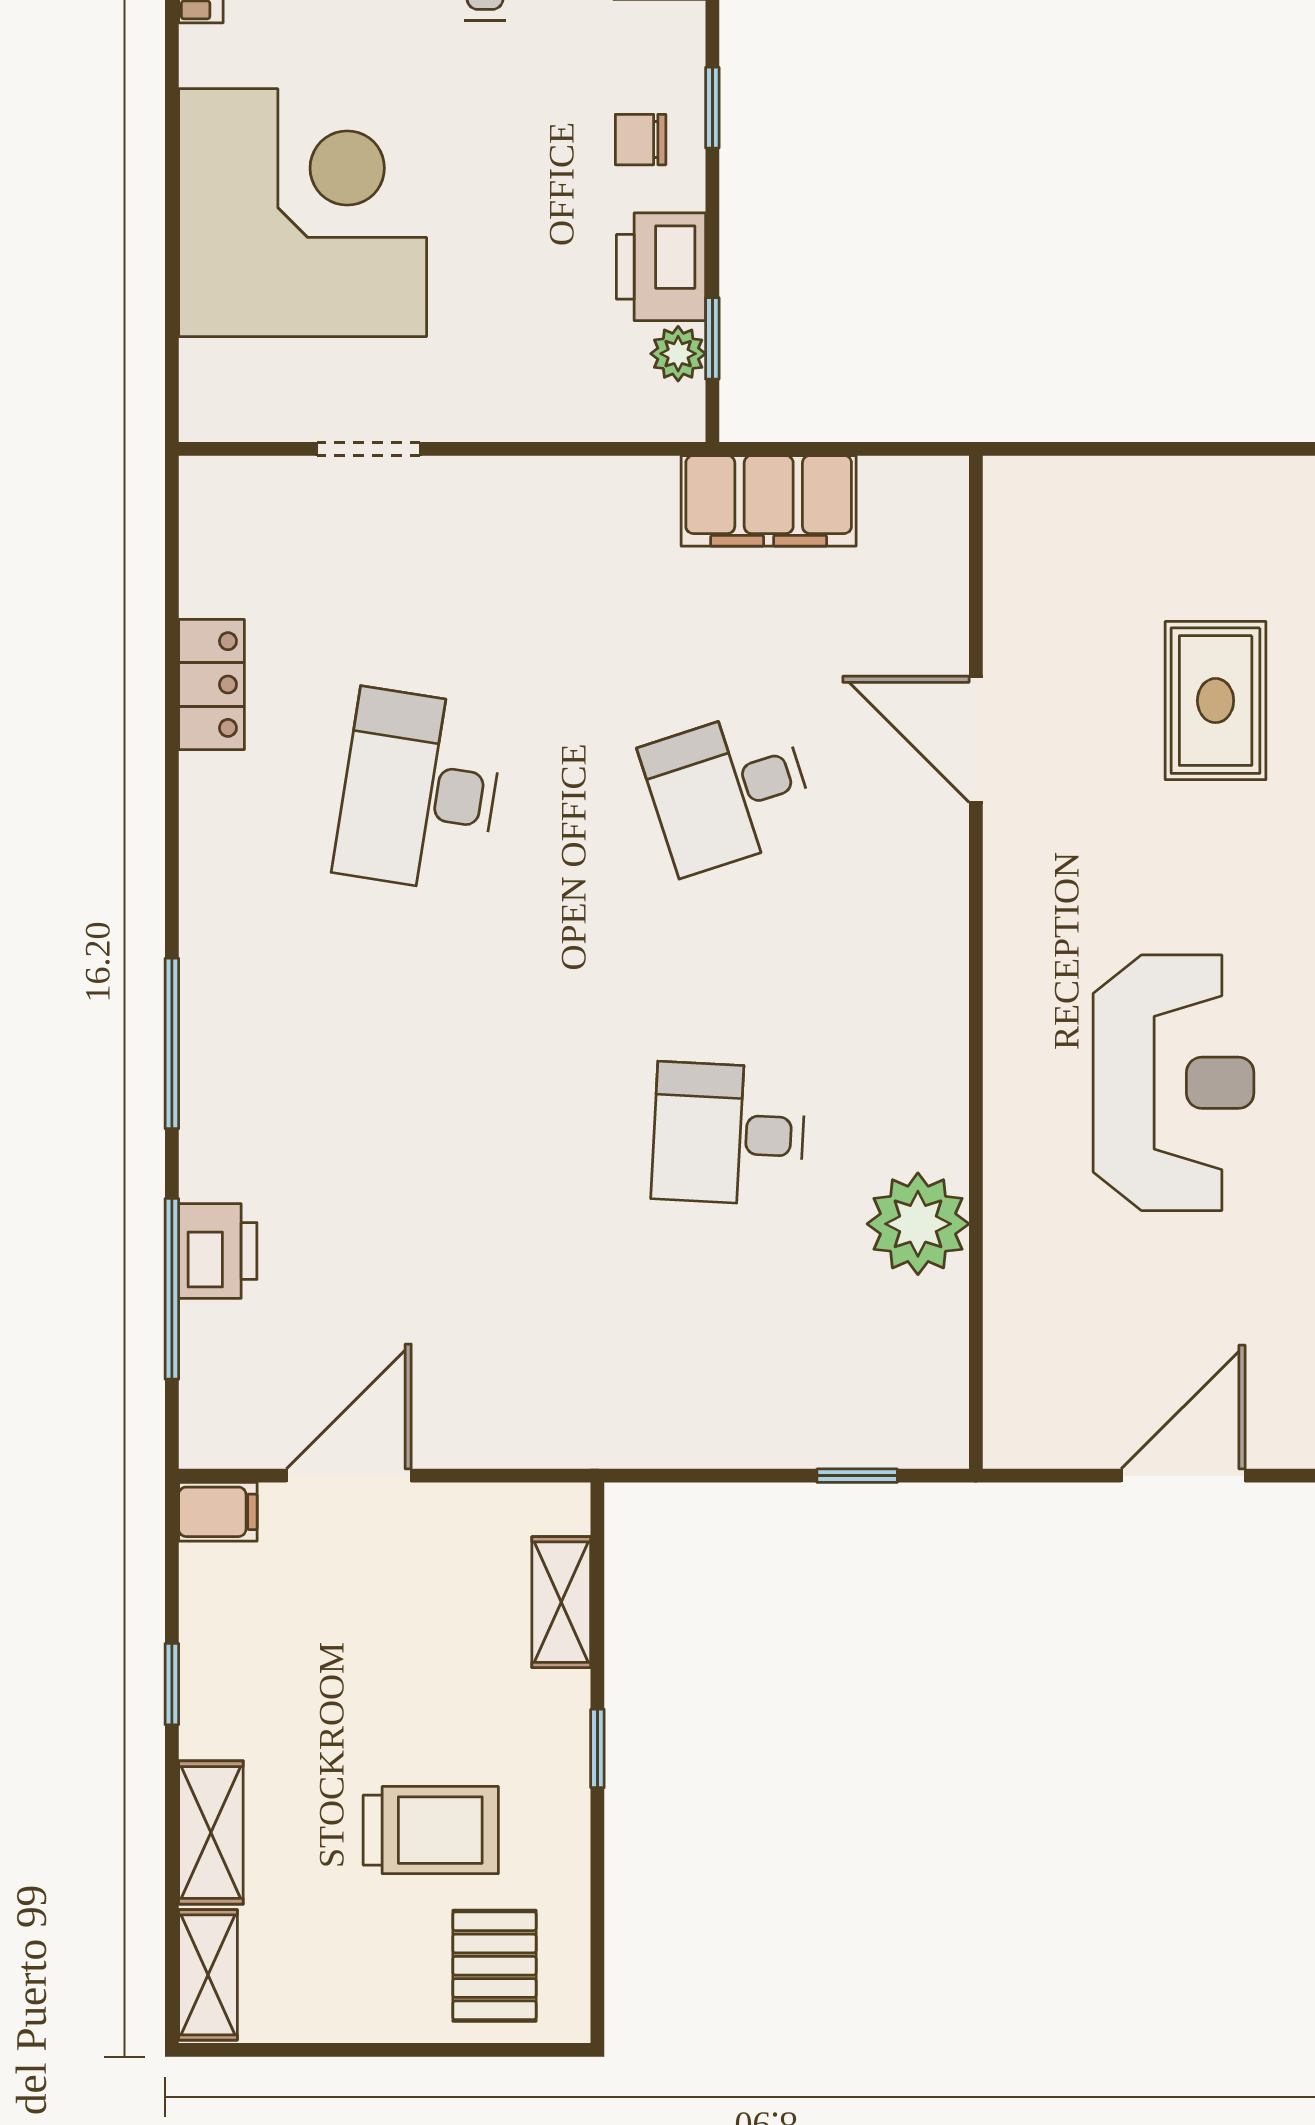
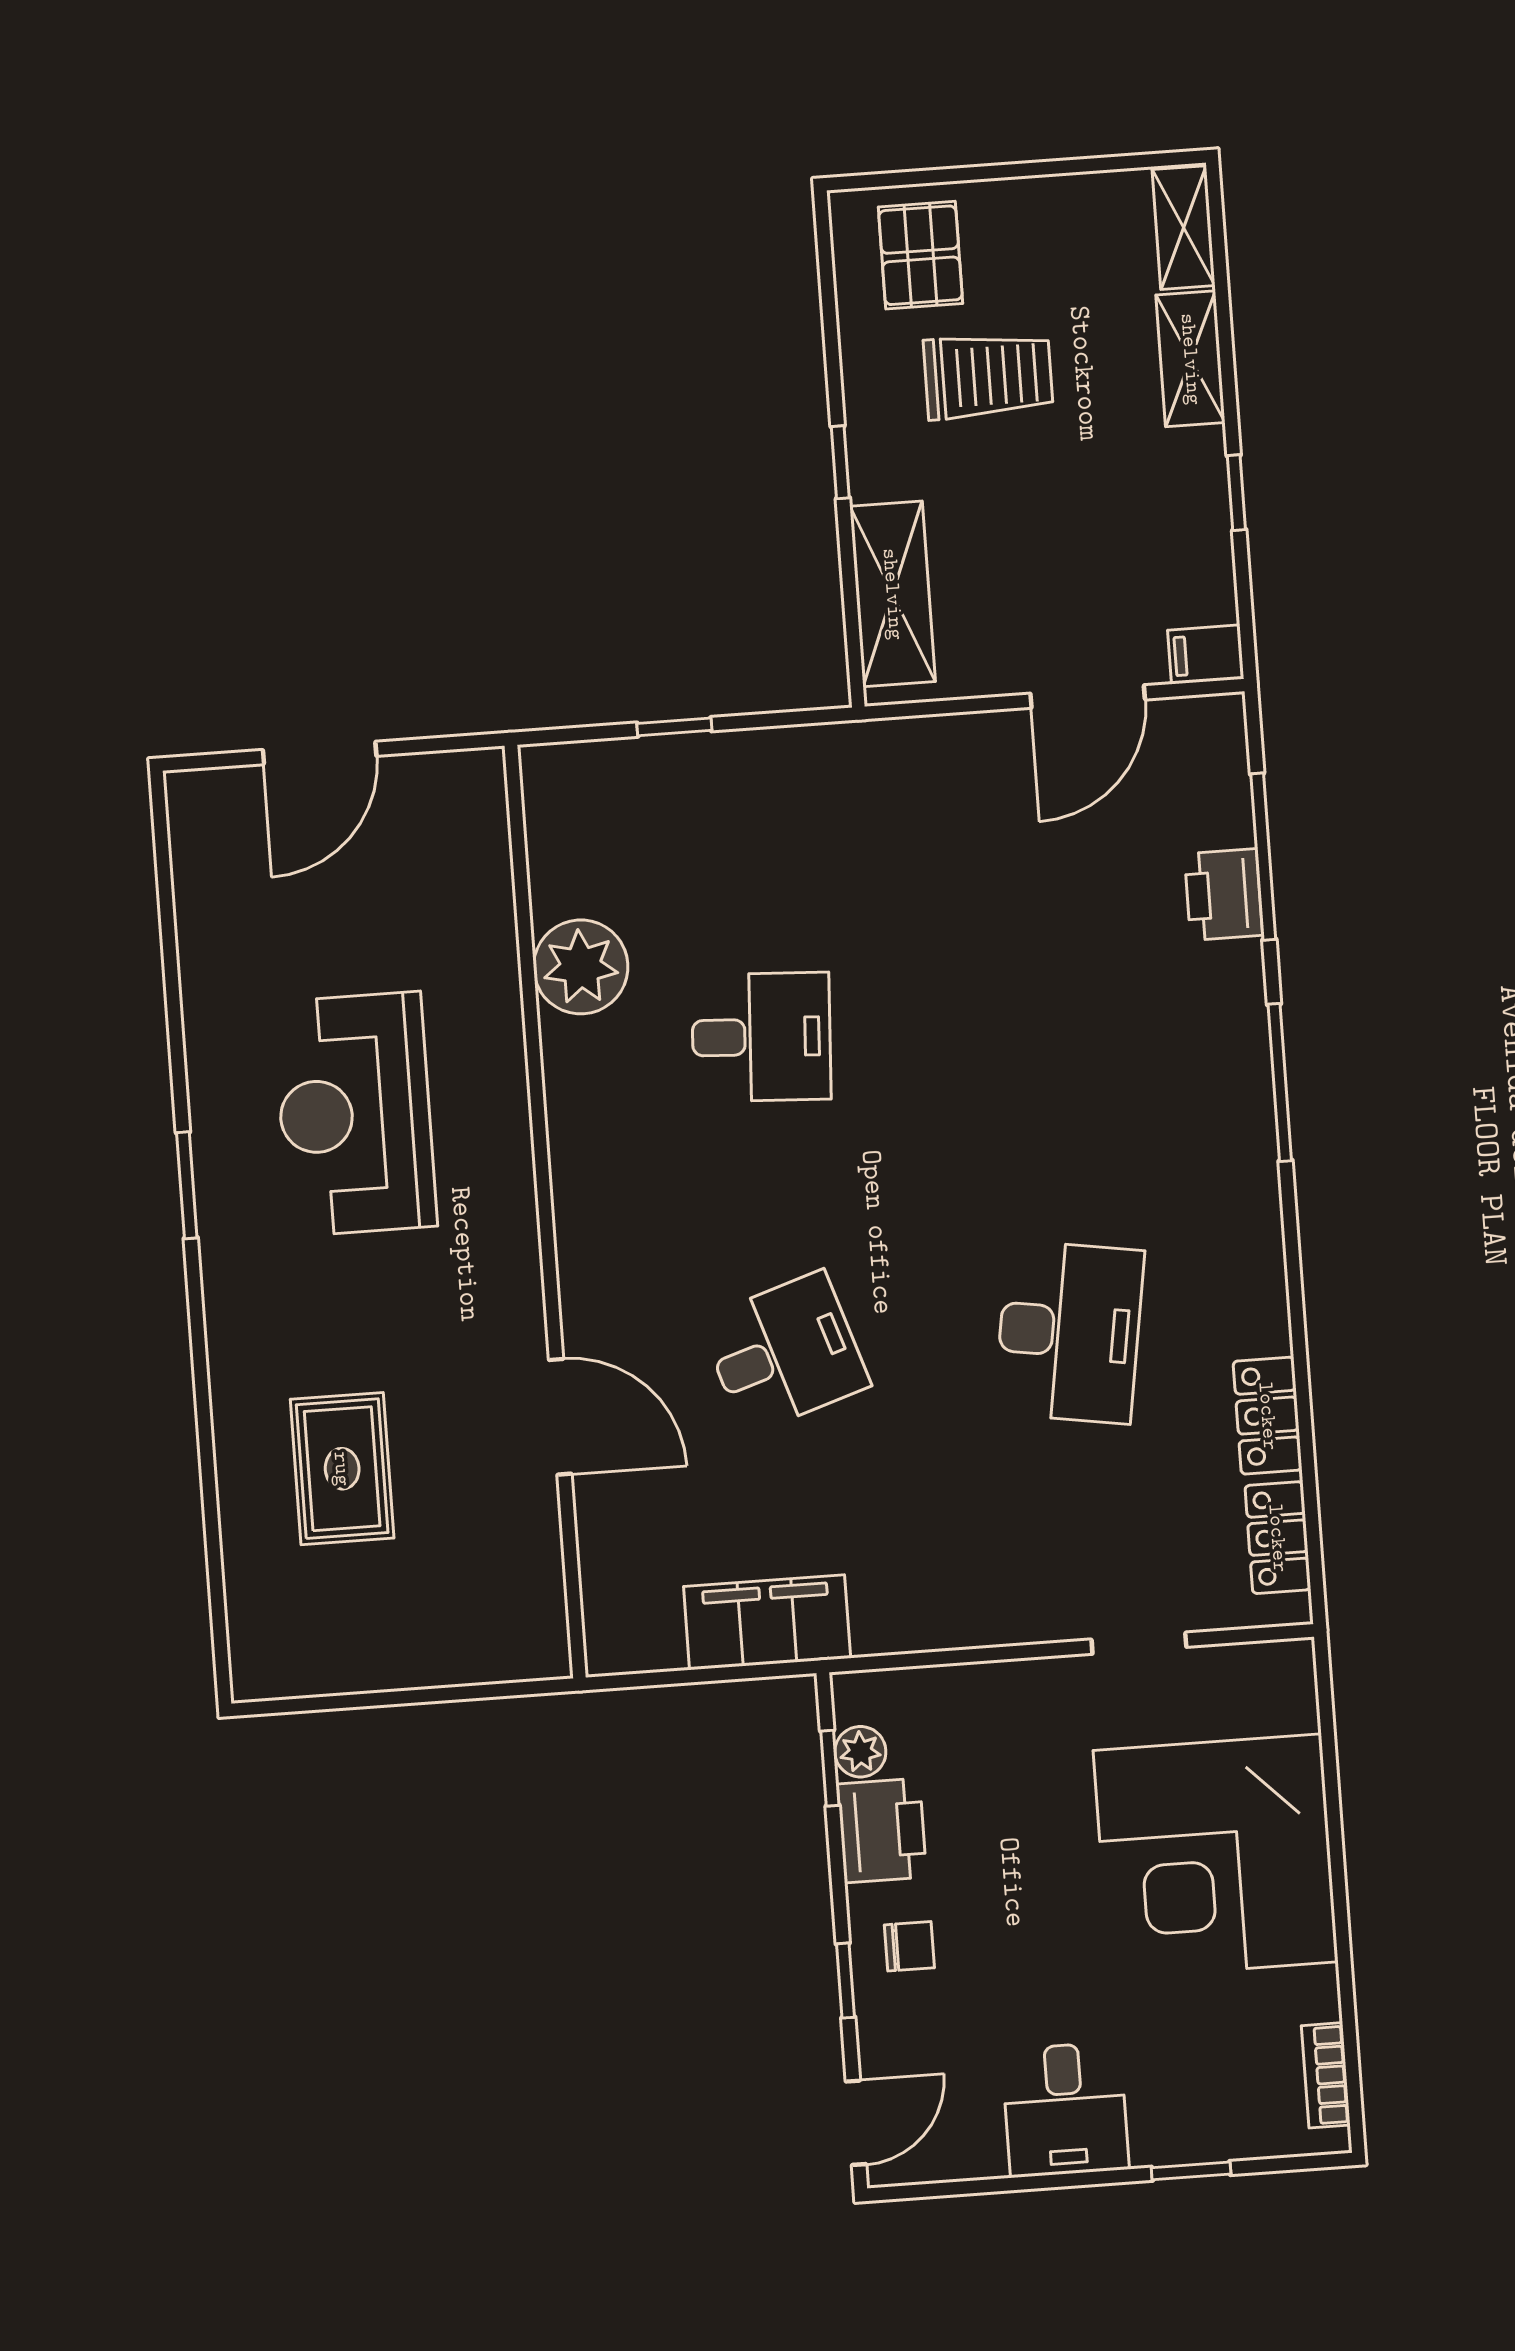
locker: (210, 552) -> (1278, 1538), added
window: (857, 1476) -> (674, 727), moved
shelving: (561, 1602) -> (893, 594), width x1.50, depth x1.33
trolley: (431, 1830) -> (988, 376), turned 180

